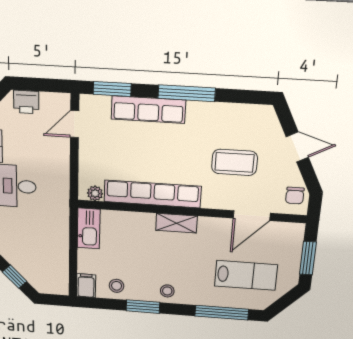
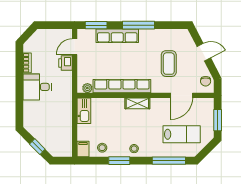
printer: (26, 102) -> (65, 63), moved, turned 90
coffee table: (234, 162) -> (169, 64), turned 90

